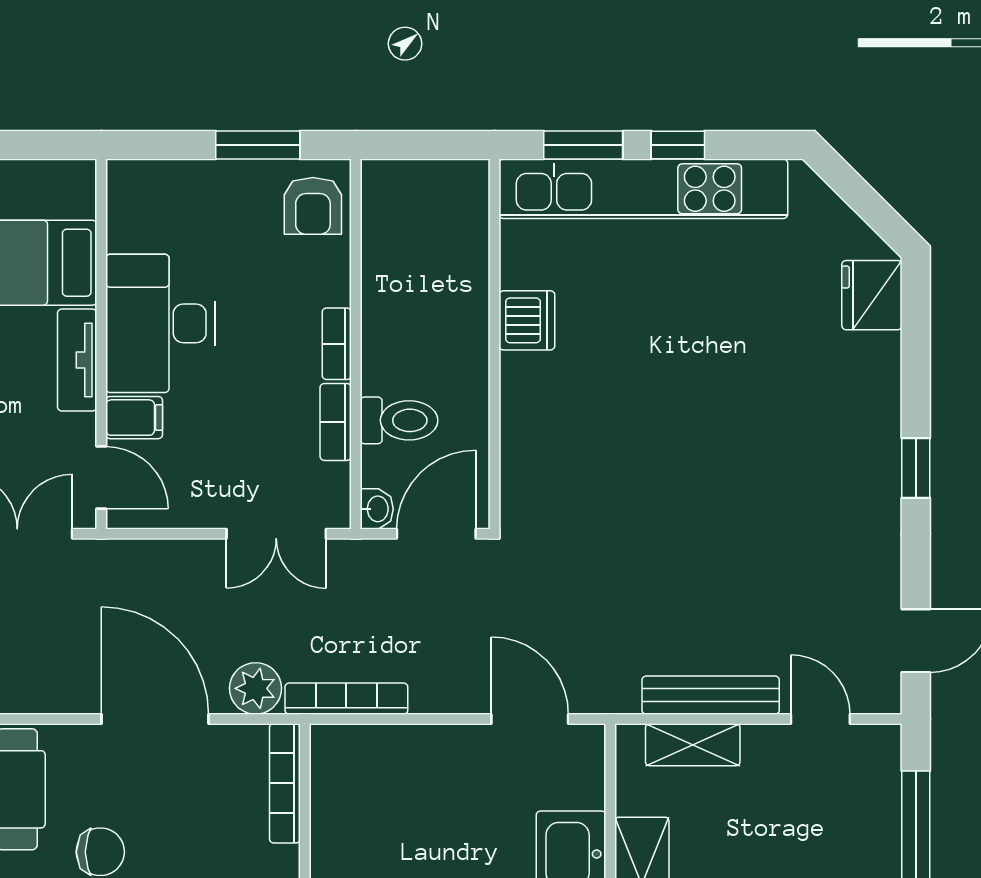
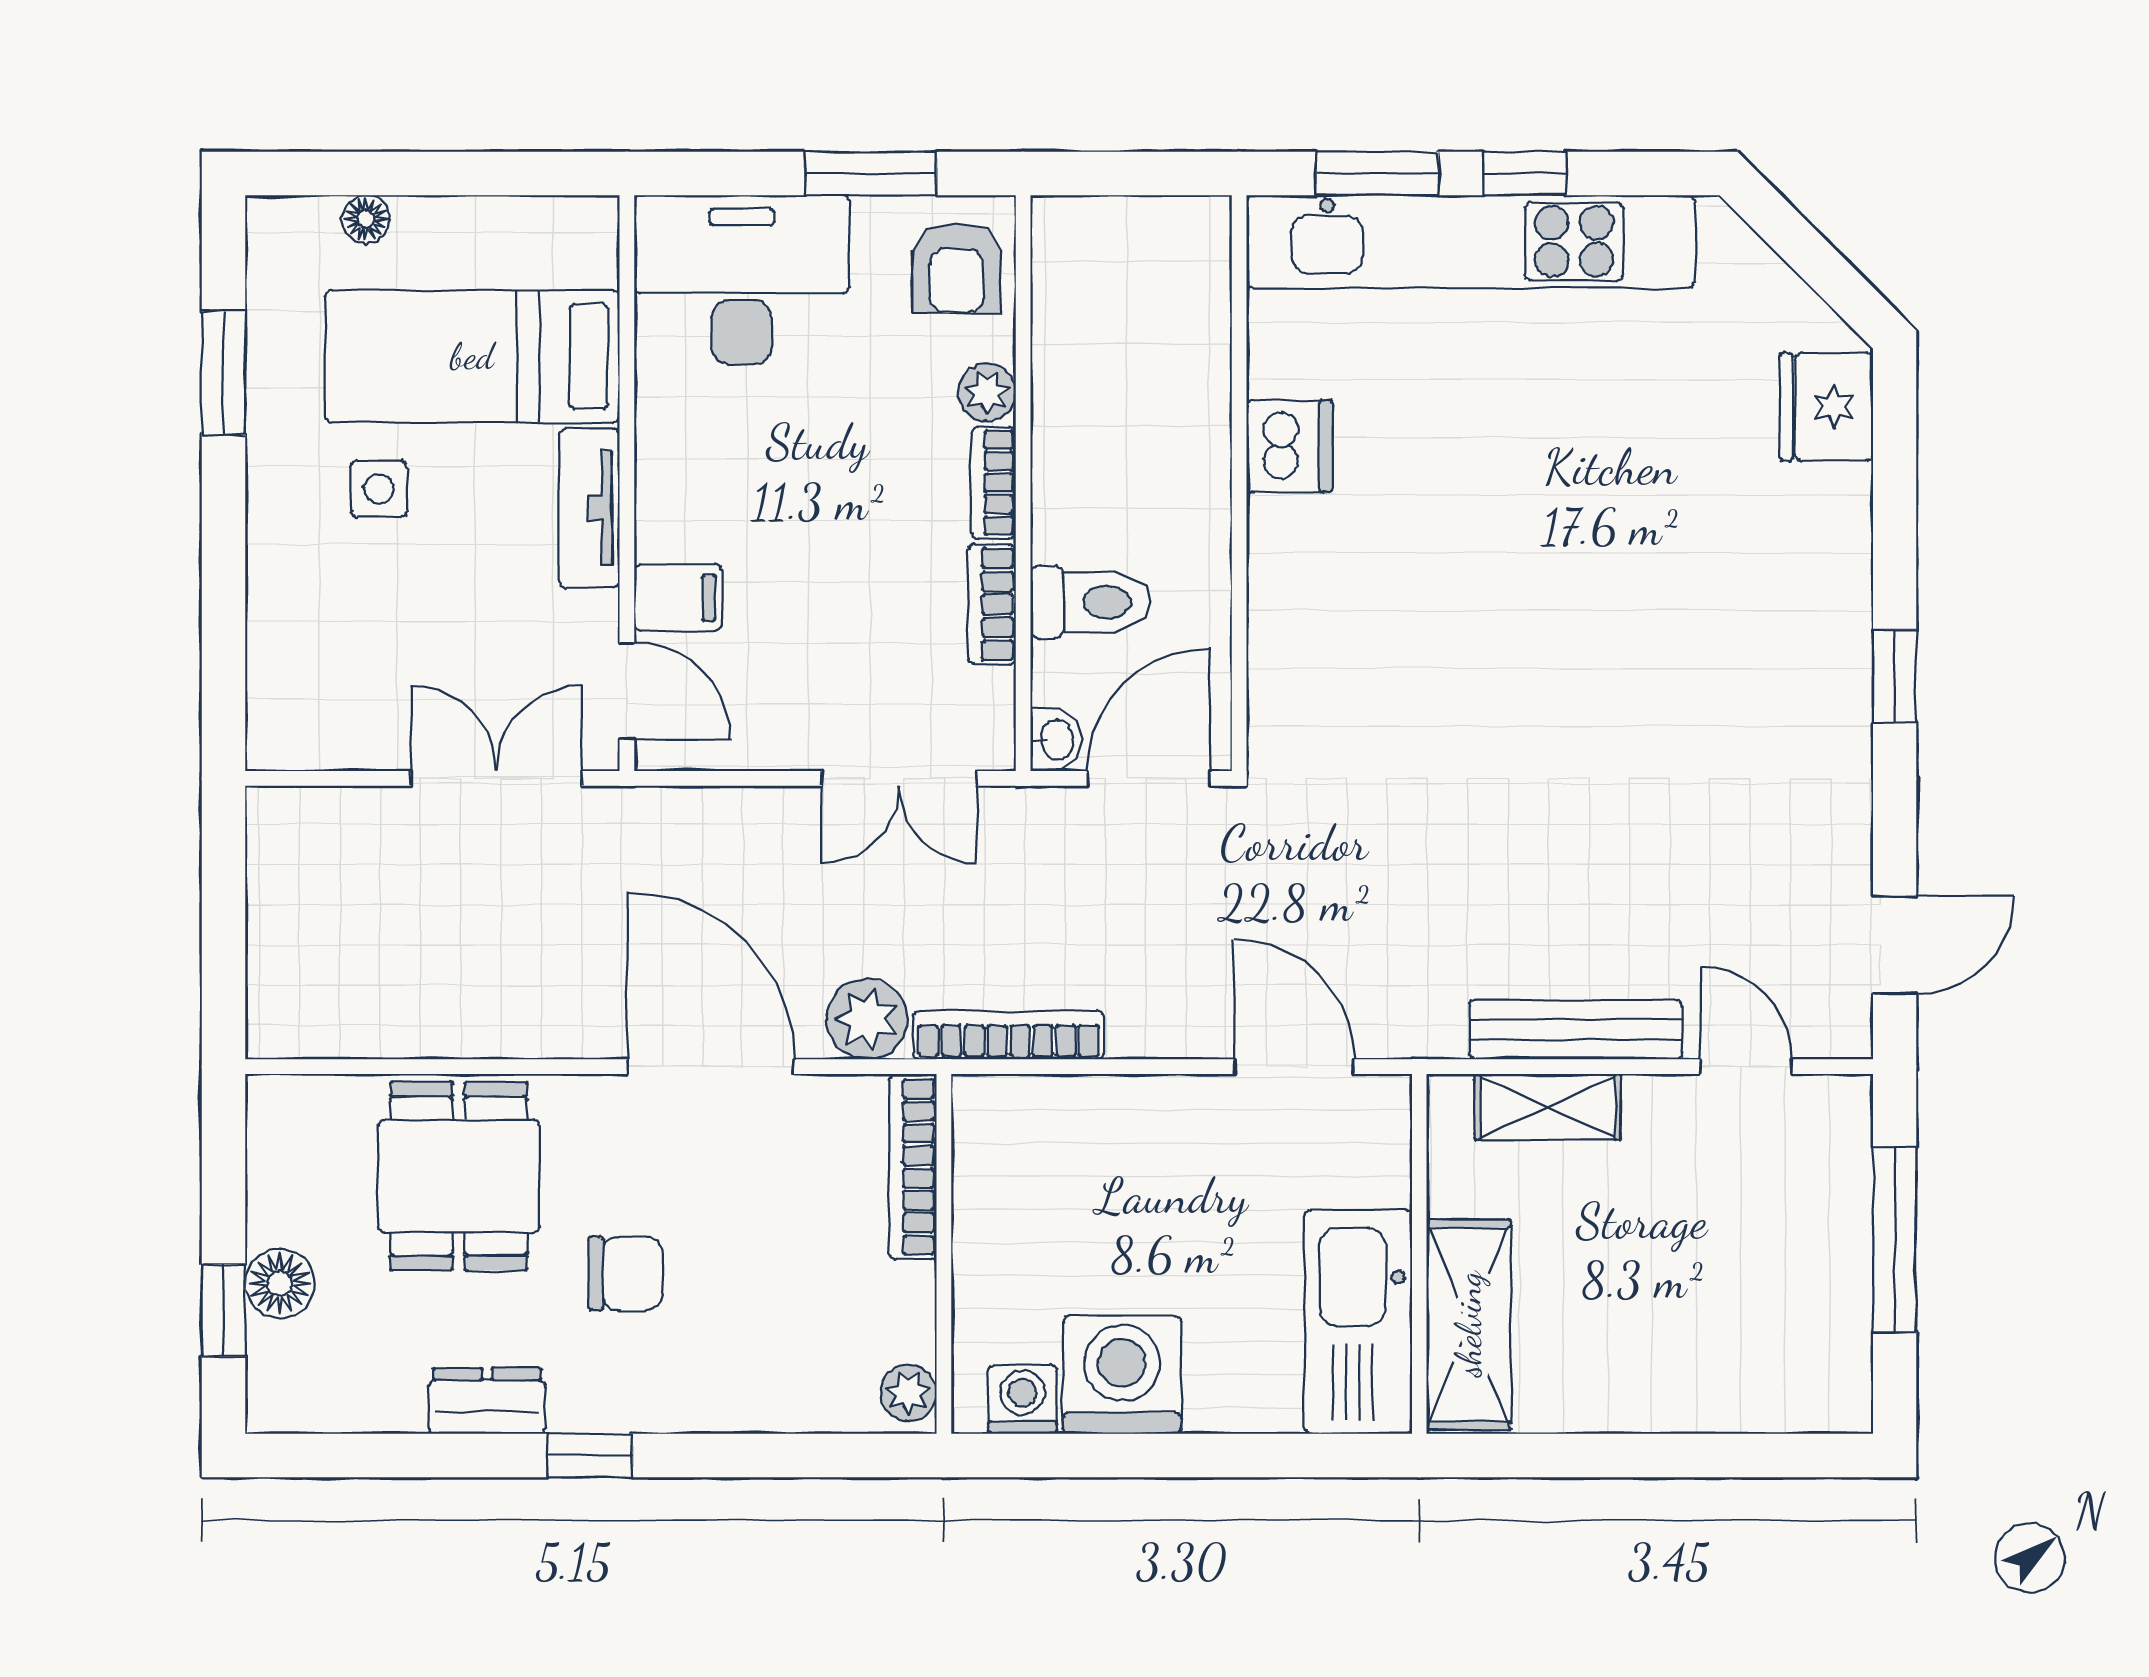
plant: (333, 286) -> (987, 392), added
desk: (160, 323) -> (742, 280), moved, turned 90

